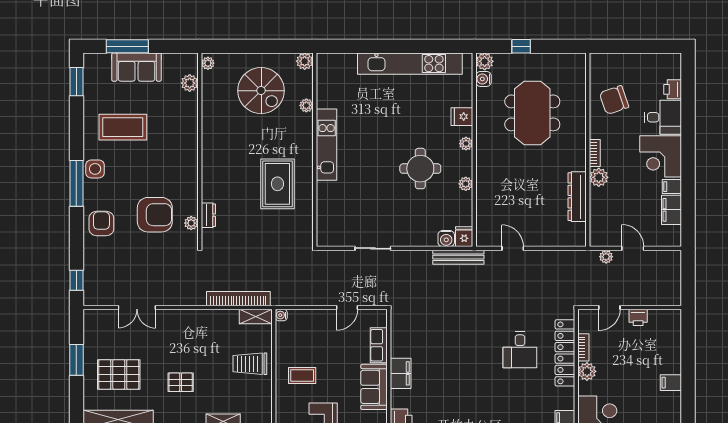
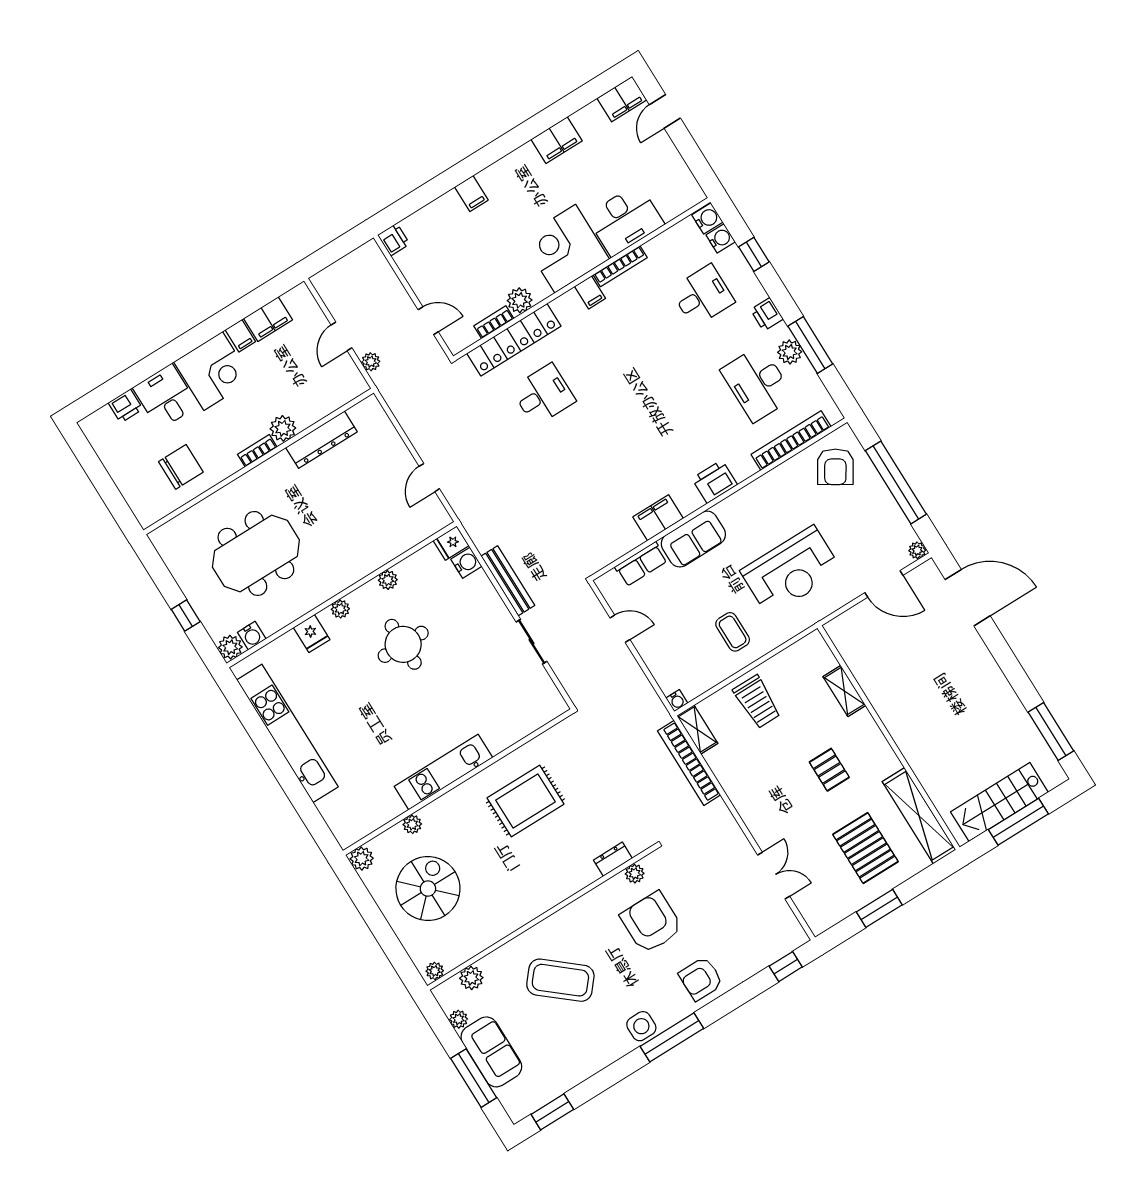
plant: (169, 59) -> (458, 1019), added
chair: (614, 100) -> (181, 467), turned -71
coffee table: (123, 127) -> (560, 980), moved, turned -50
bench: (458, 257) -> (508, 581), moved
printer: (638, 317) -> (394, 239), moved

